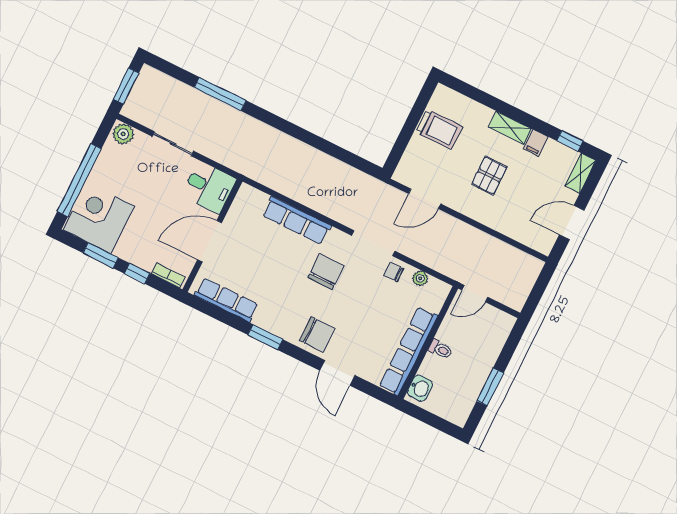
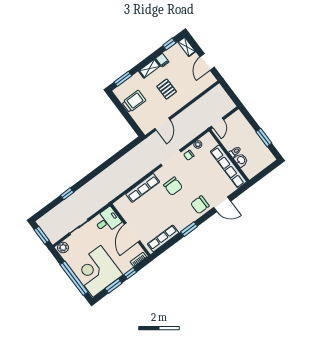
window: (469, 91) -> (123, 79), added
window: (220, 94) -> (67, 194), width x0.46
corner desk: (99, 218) -> (97, 271), width x1.36, depth x1.36
chair: (326, 272) -> (173, 186), turned 180
chair: (317, 335) -> (200, 205), turned 180
washbasin: (420, 388) -> (241, 160), moved

